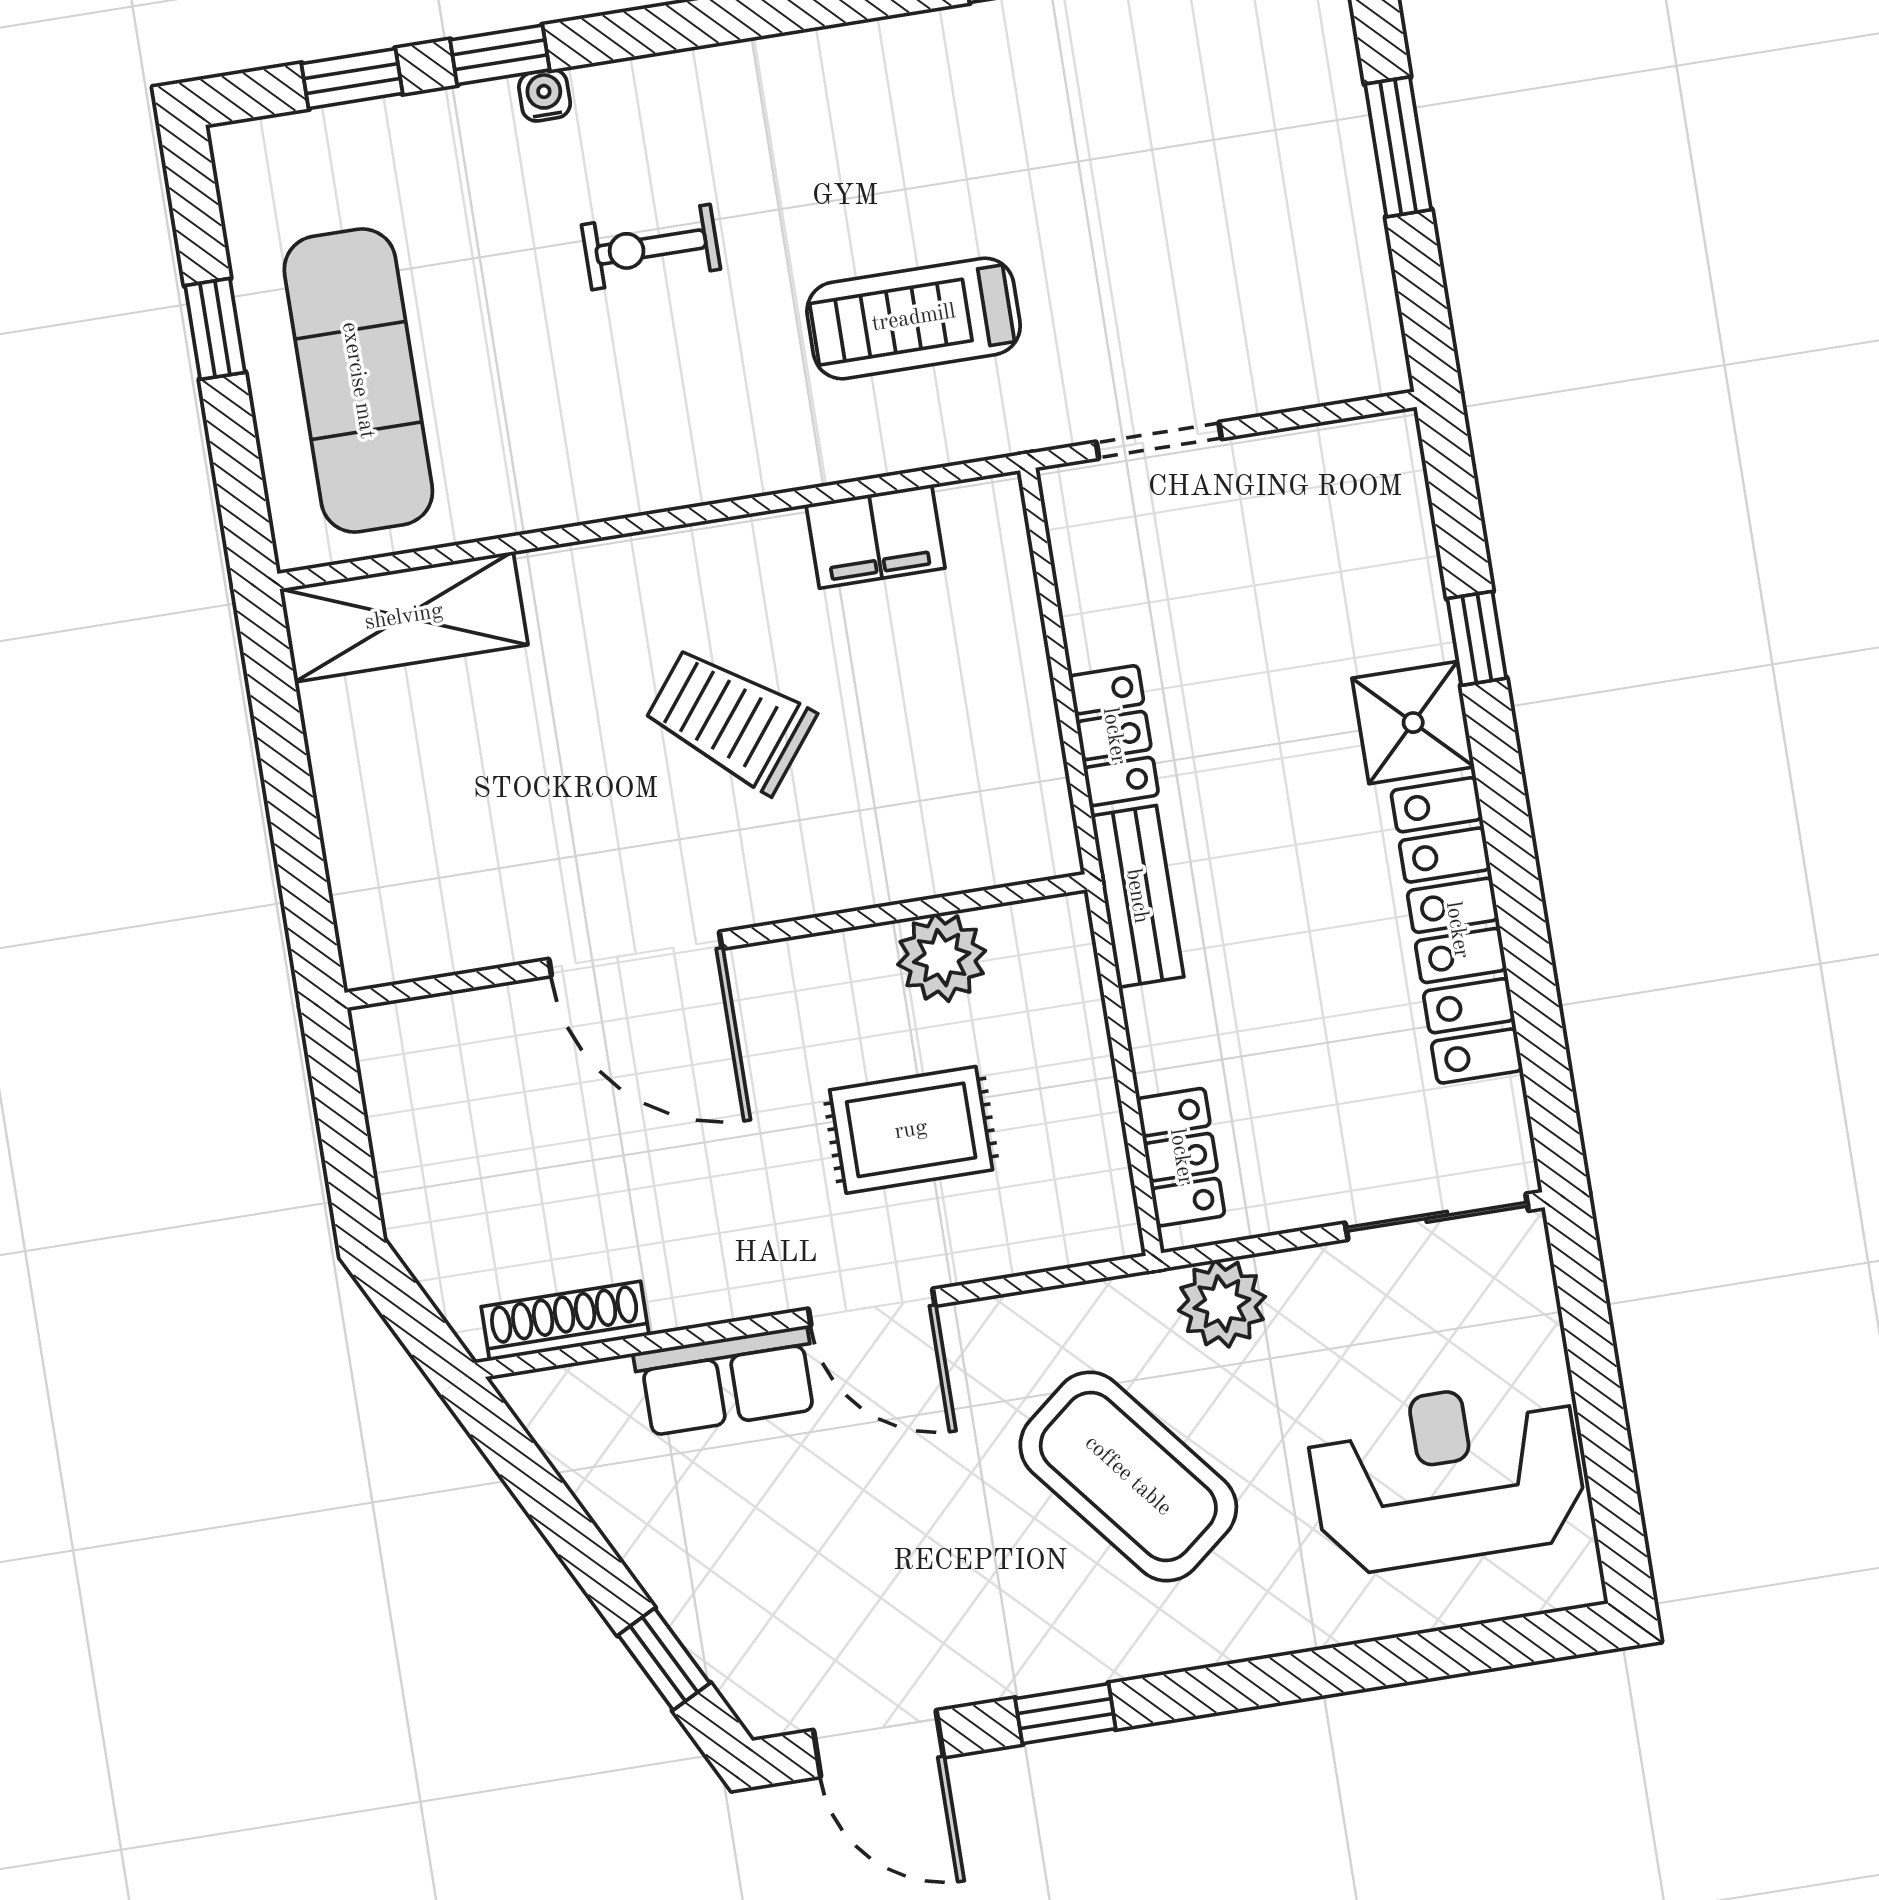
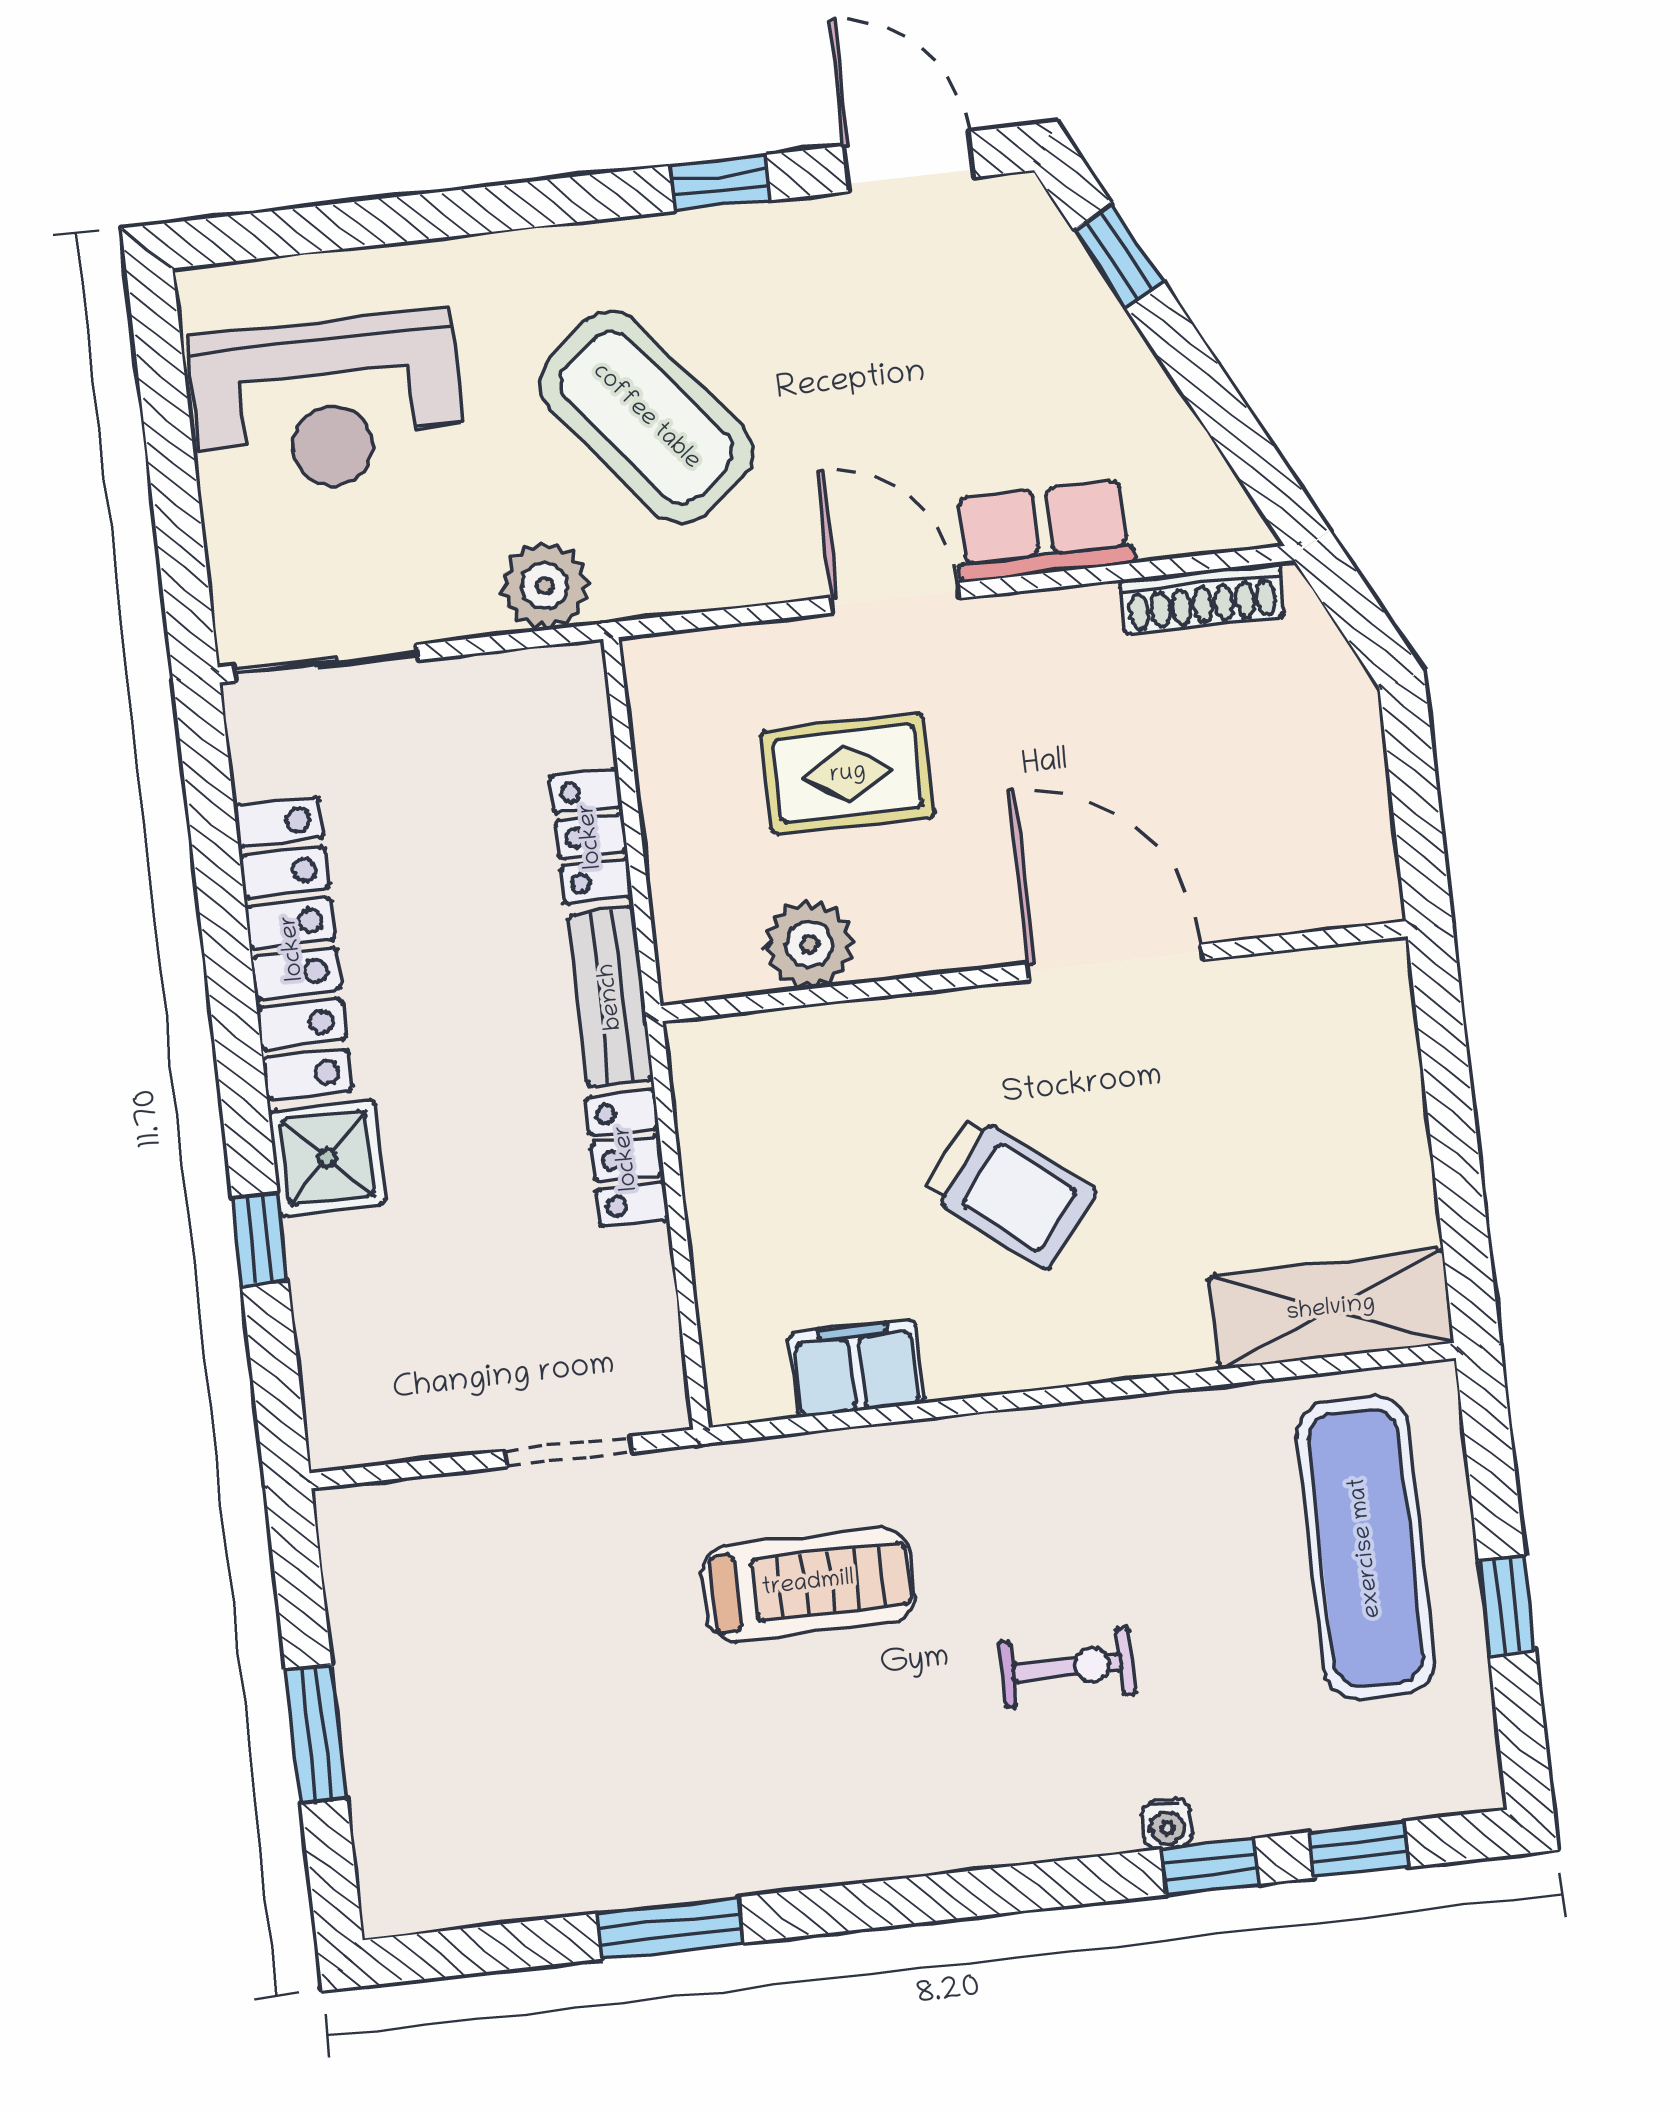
locker: (1181, 1157) -> (591, 836), moved

